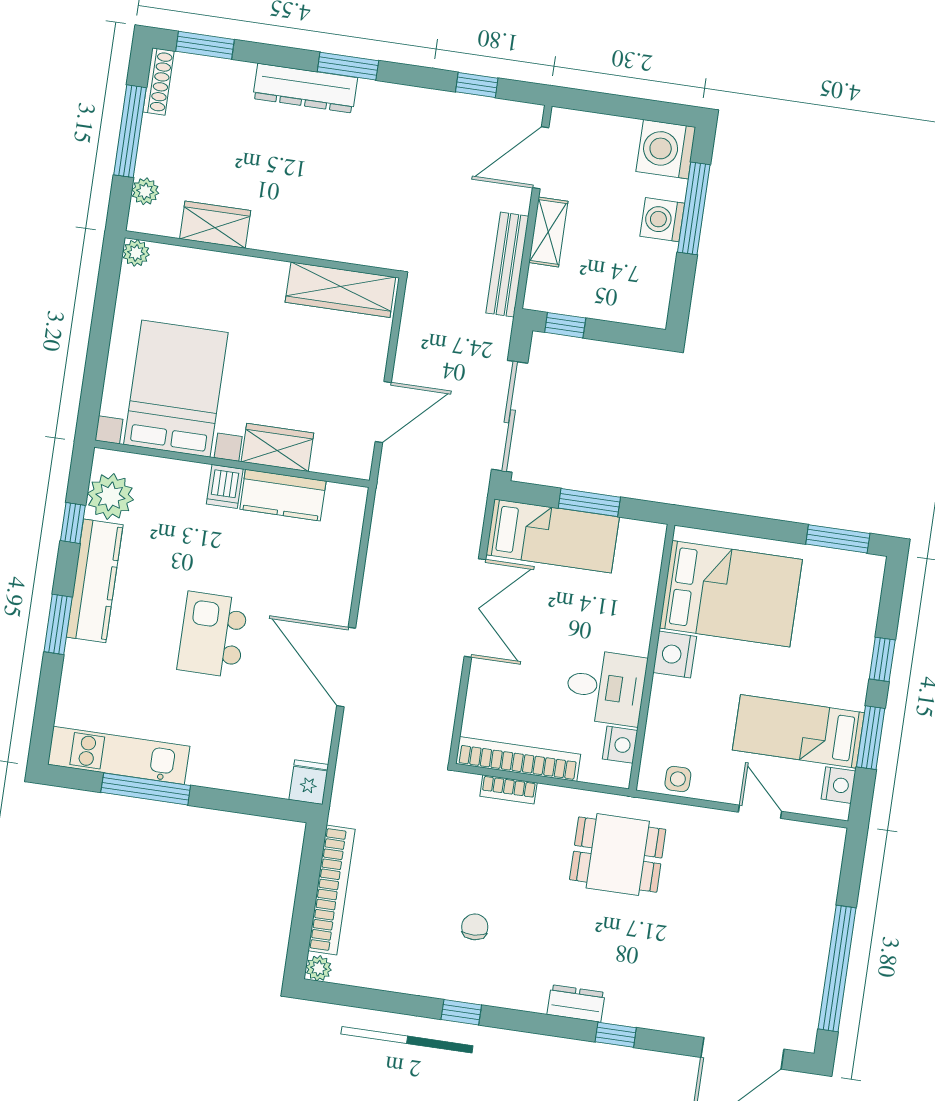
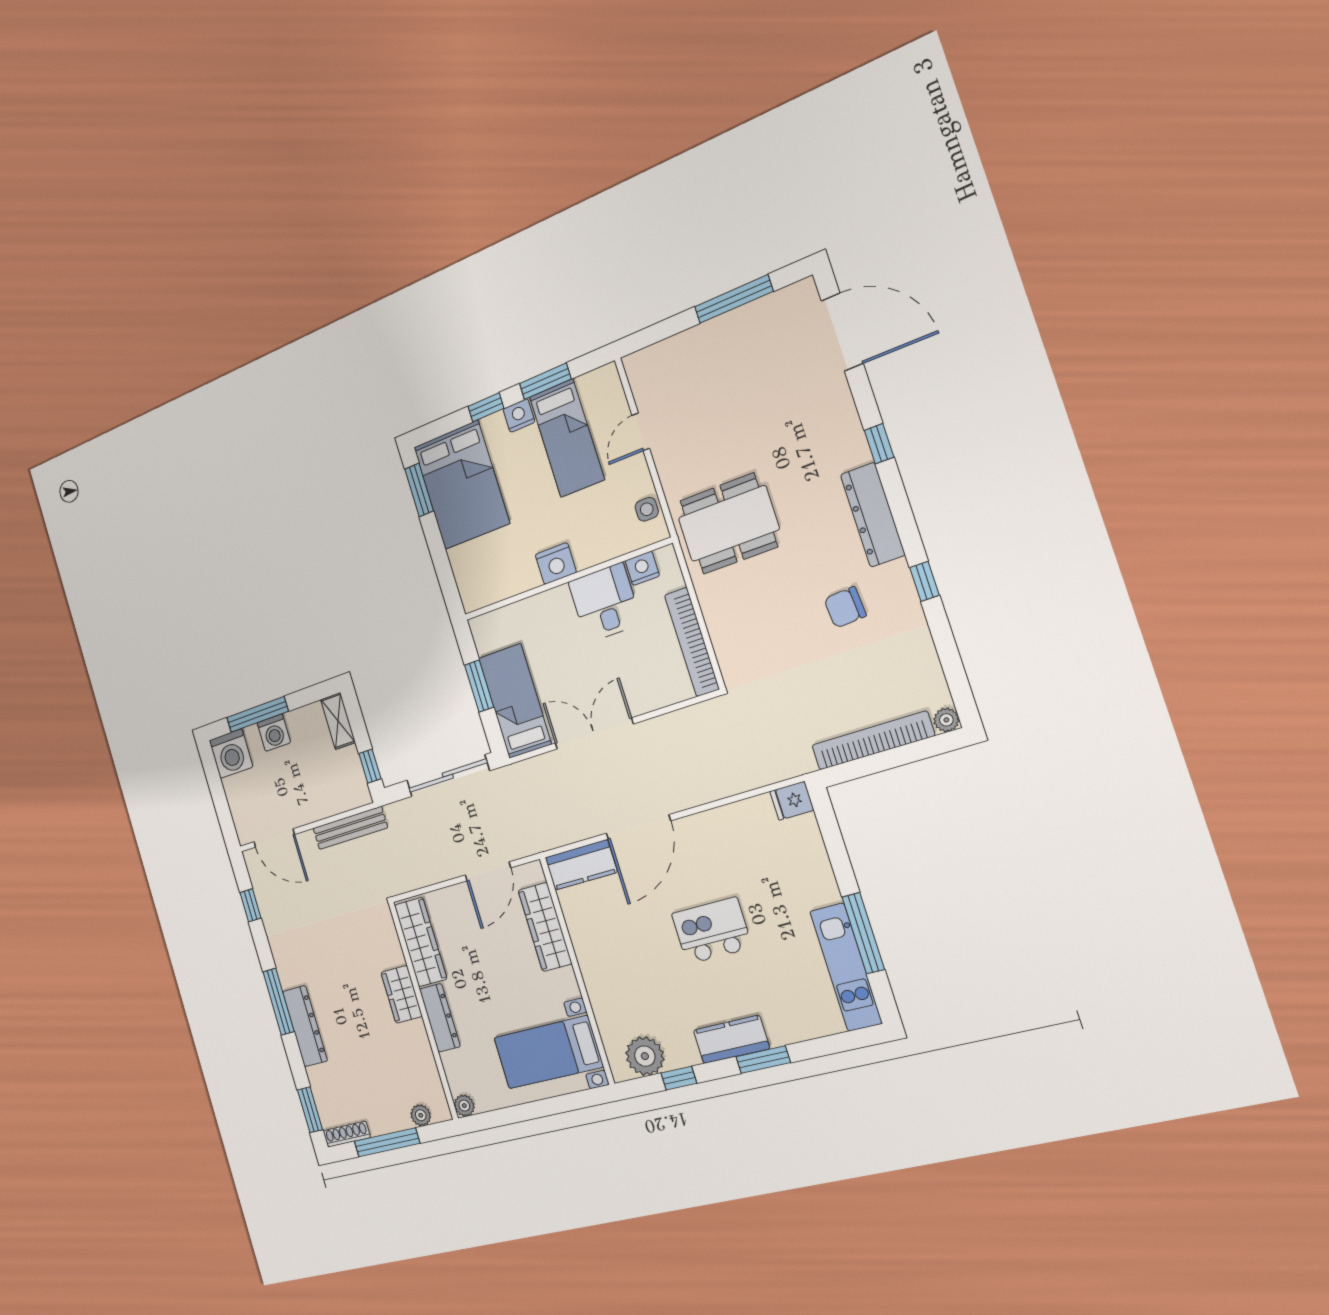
window: (348, 66) -> (279, 1002), width x1.44
wardrobe: (215, 225) -> (402, 994), moved
shelving: (548, 232) -> (338, 721), moved, turned 90
dresser: (246, 271) -> (440, 1018), added
bed with nightstands: (176, 389) -> (548, 1052), width x0.73
door: (383, 412) -> (488, 871), swing flipped
wardrobe: (277, 447) -> (545, 927), width x1.50
dishwasher: (225, 486) -> (596, 969), removed
kitchen counter: (283, 495) -> (581, 865), moved, turned 90
kitchen counter: (95, 581) -> (731, 1039), width x0.67
bed: (731, 594) -> (461, 485), moved, turned 180
kitchen island: (213, 635) -> (712, 931), turned 180
door: (346, 667) -> (638, 827), moved
nightstand: (838, 785) -> (519, 415), moved
bookcase: (508, 789) -> (719, 637), removed
dining table: (618, 855) -> (729, 524), width x1.37
chair: (475, 927) -> (845, 607), width x1.37, depth x1.37
window: (837, 968) -> (734, 299), width x0.68
dresser: (576, 1003) -> (873, 515), width x1.96, depth x1.24

